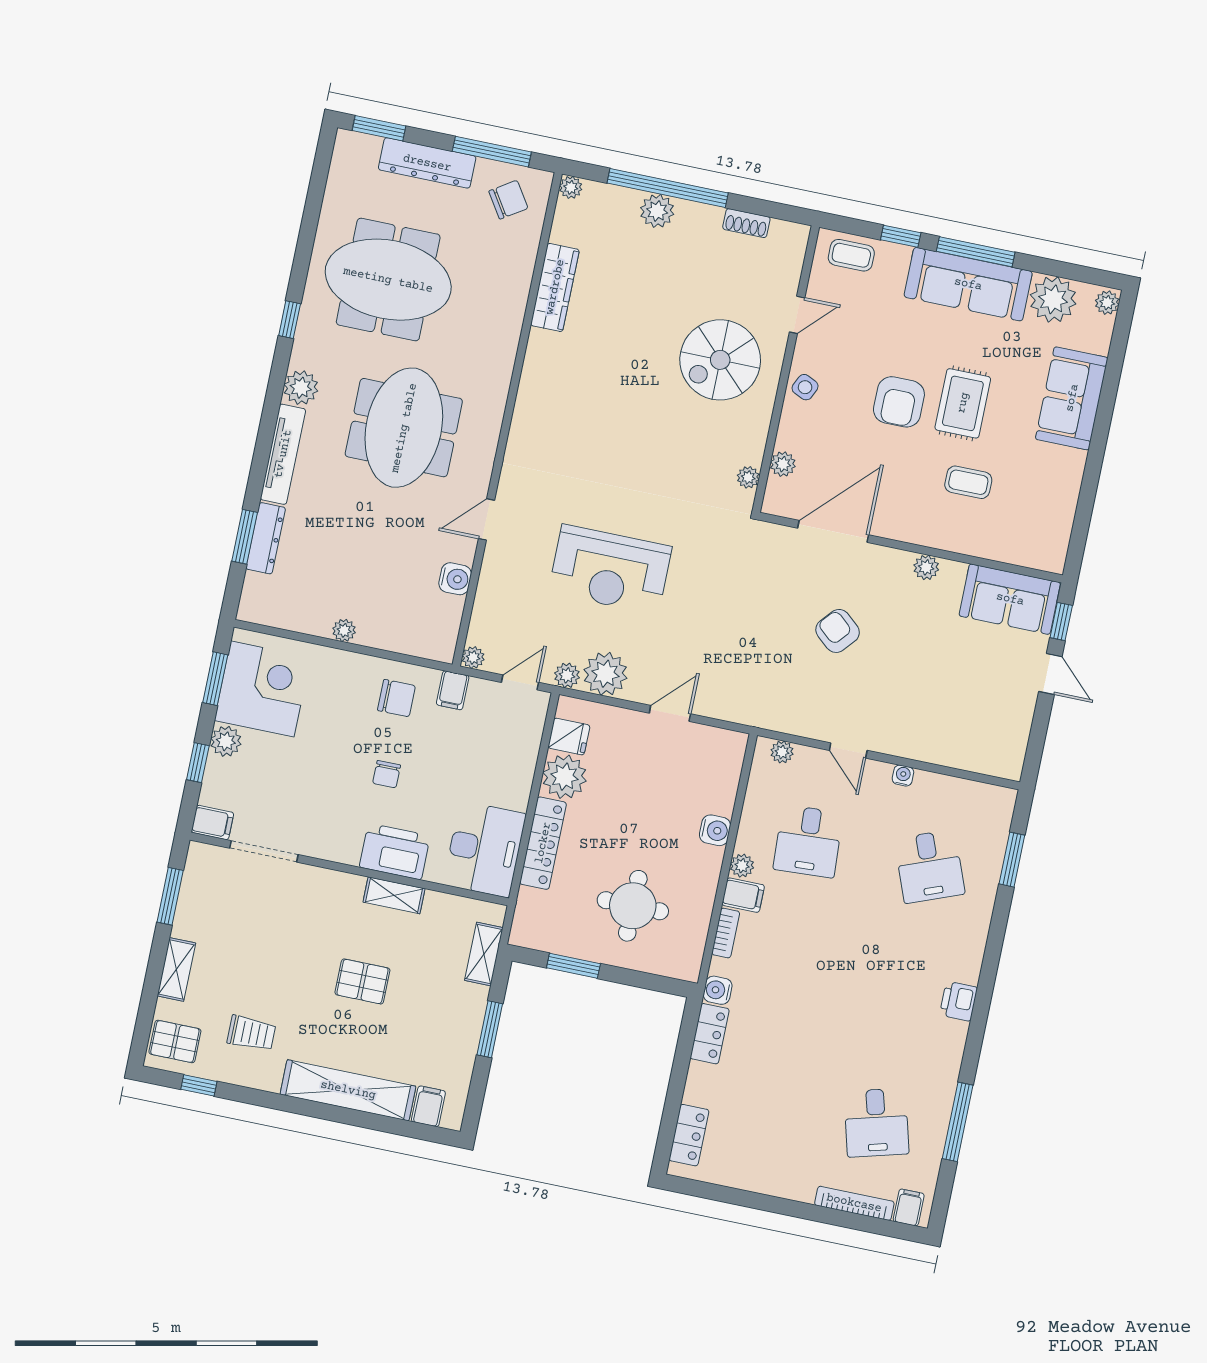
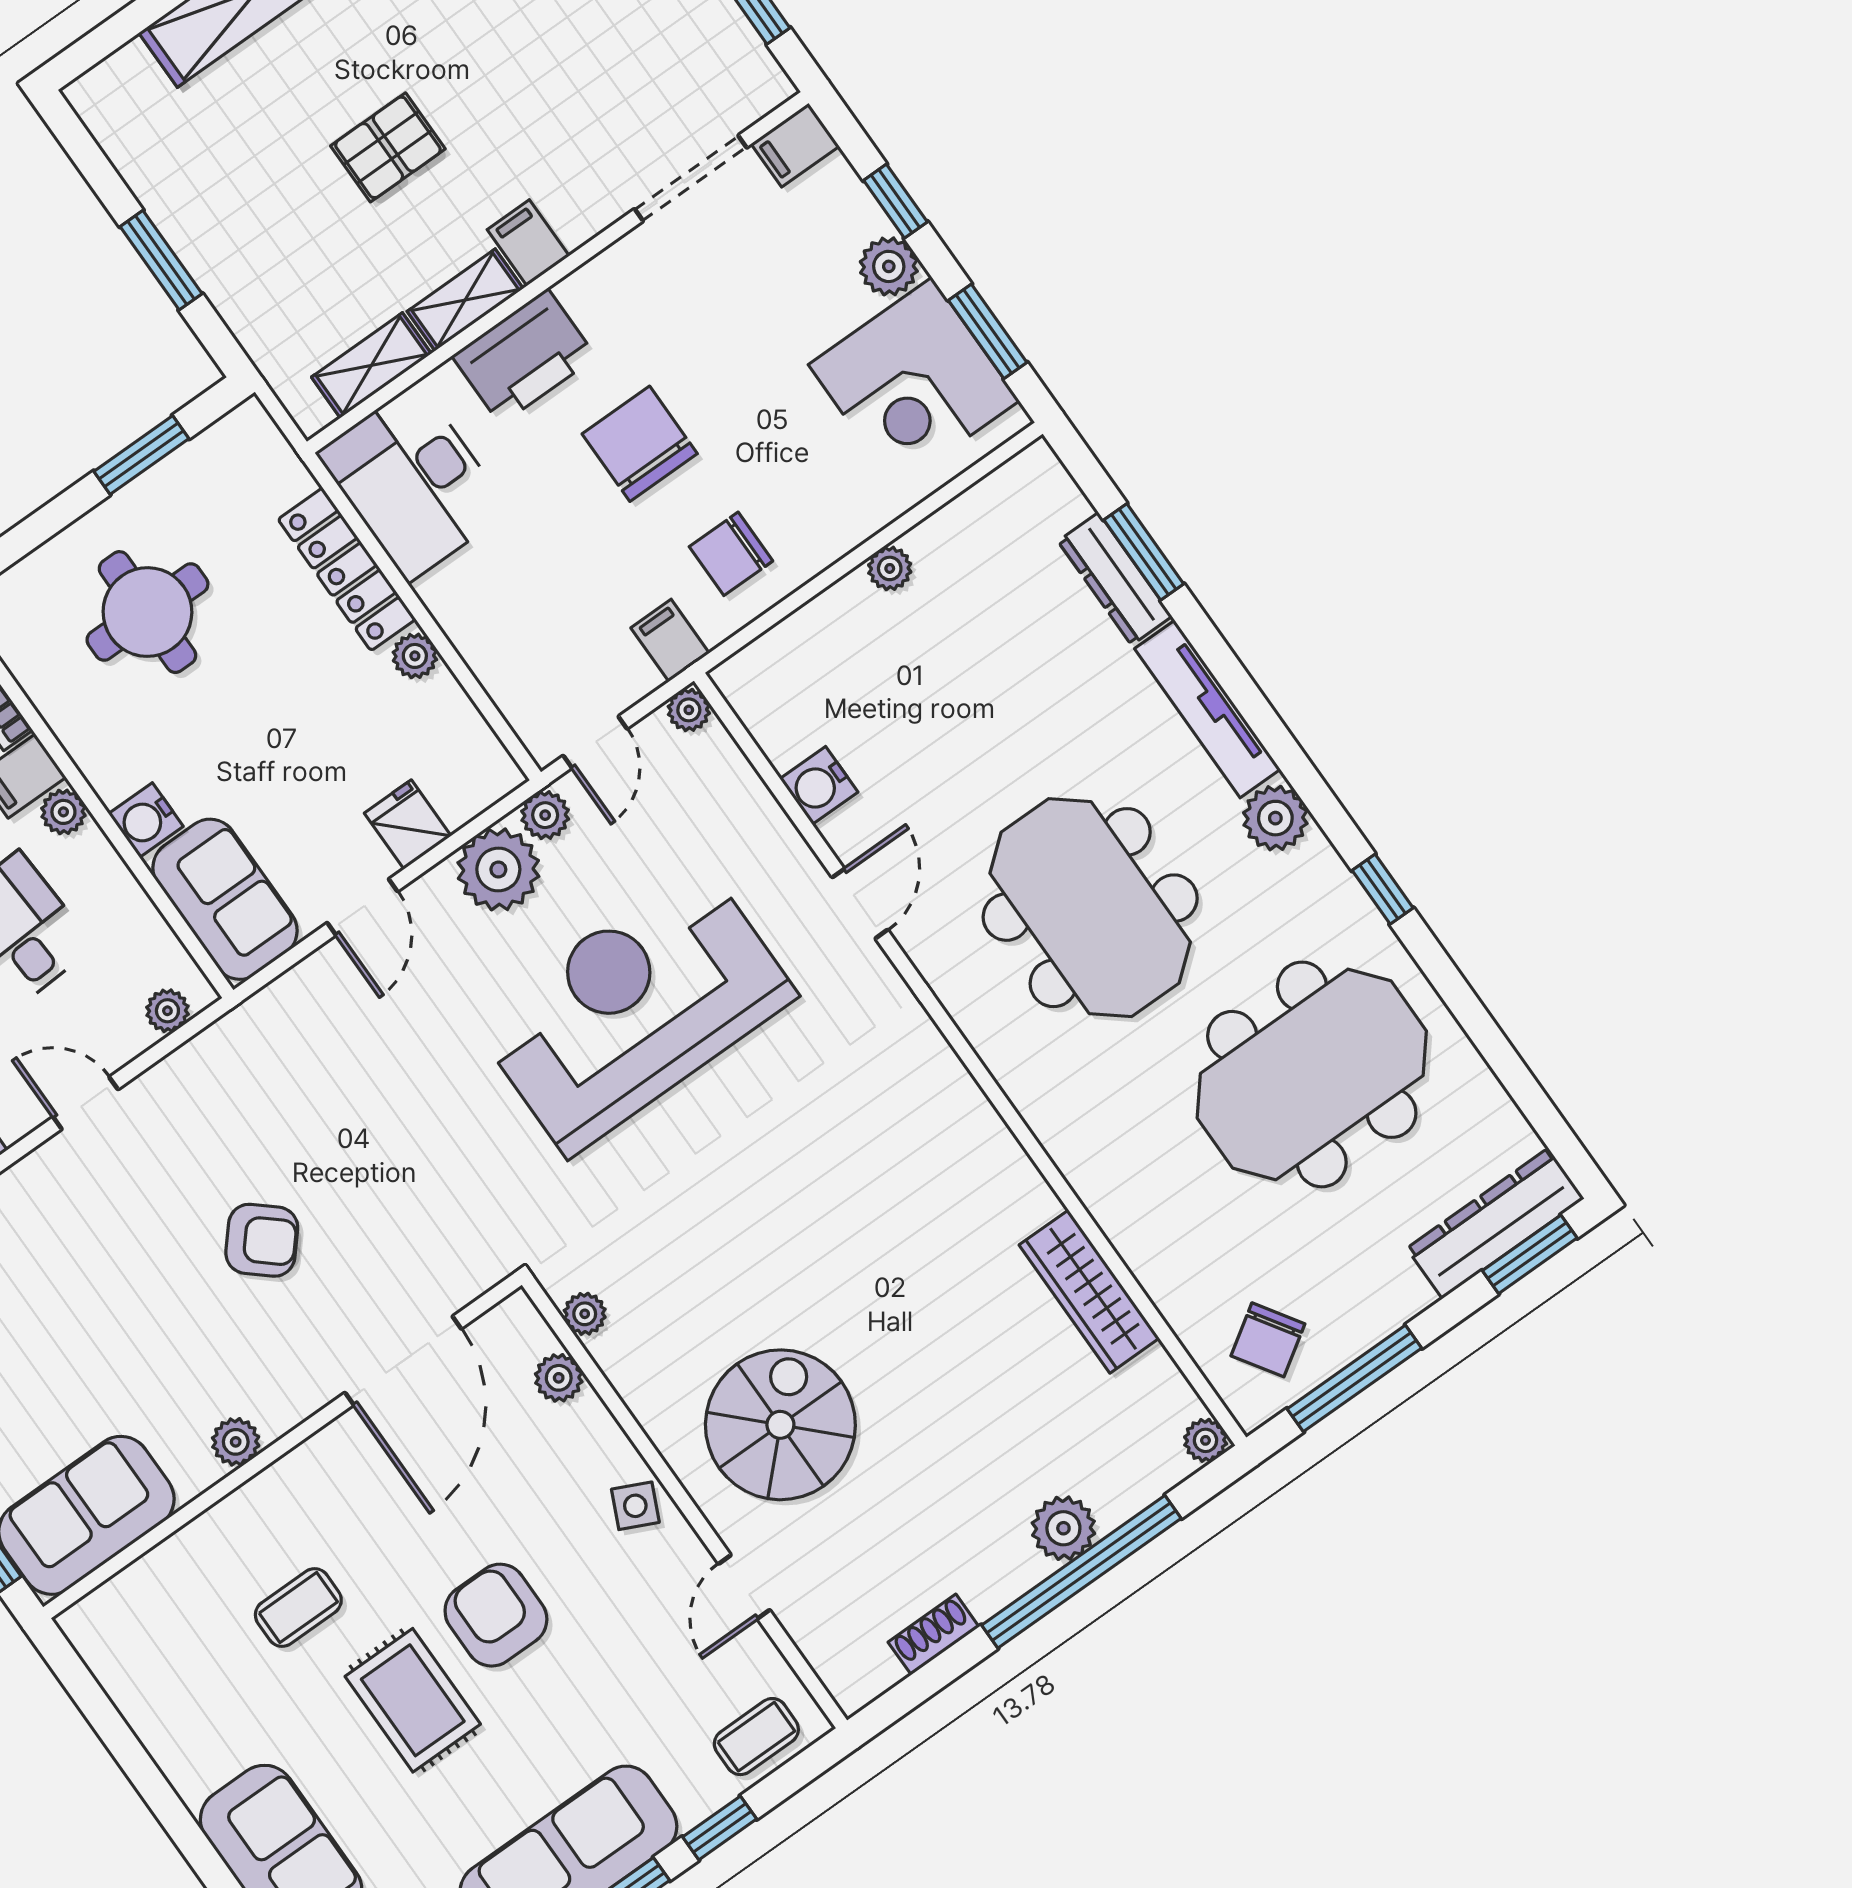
dresser: (427, 163) -> (1495, 1223), moved
reception desk: (610, 570) -> (634, 1009), width x1.36, depth x1.30
fridge: (569, 737) -> (408, 824), moved, turned 90
sofa: (717, 770) -> (225, 899), added
chair: (387, 774) -> (640, 444), width x1.87, depth x1.87
plant: (564, 777) -> (415, 656), width x0.53, depth x0.53
shelving: (484, 954) -> (371, 365), moved, turned 90
filing cabinet: (428, 1106) -> (528, 243), moved, turned 180

